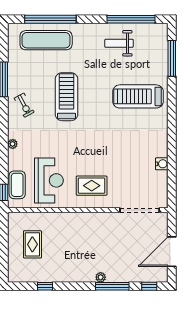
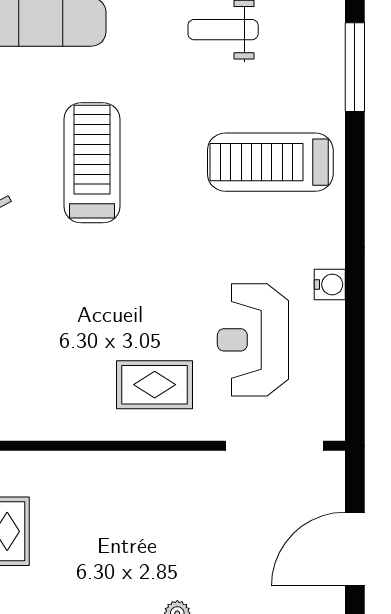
water cooler: (162, 164) -> (330, 284), moved
reception desk: (49, 180) -> (253, 340), moved, turned 180

